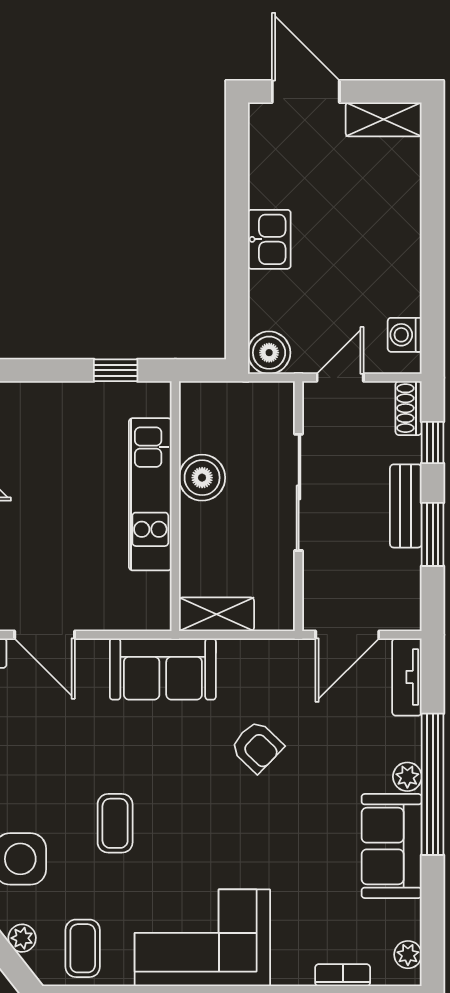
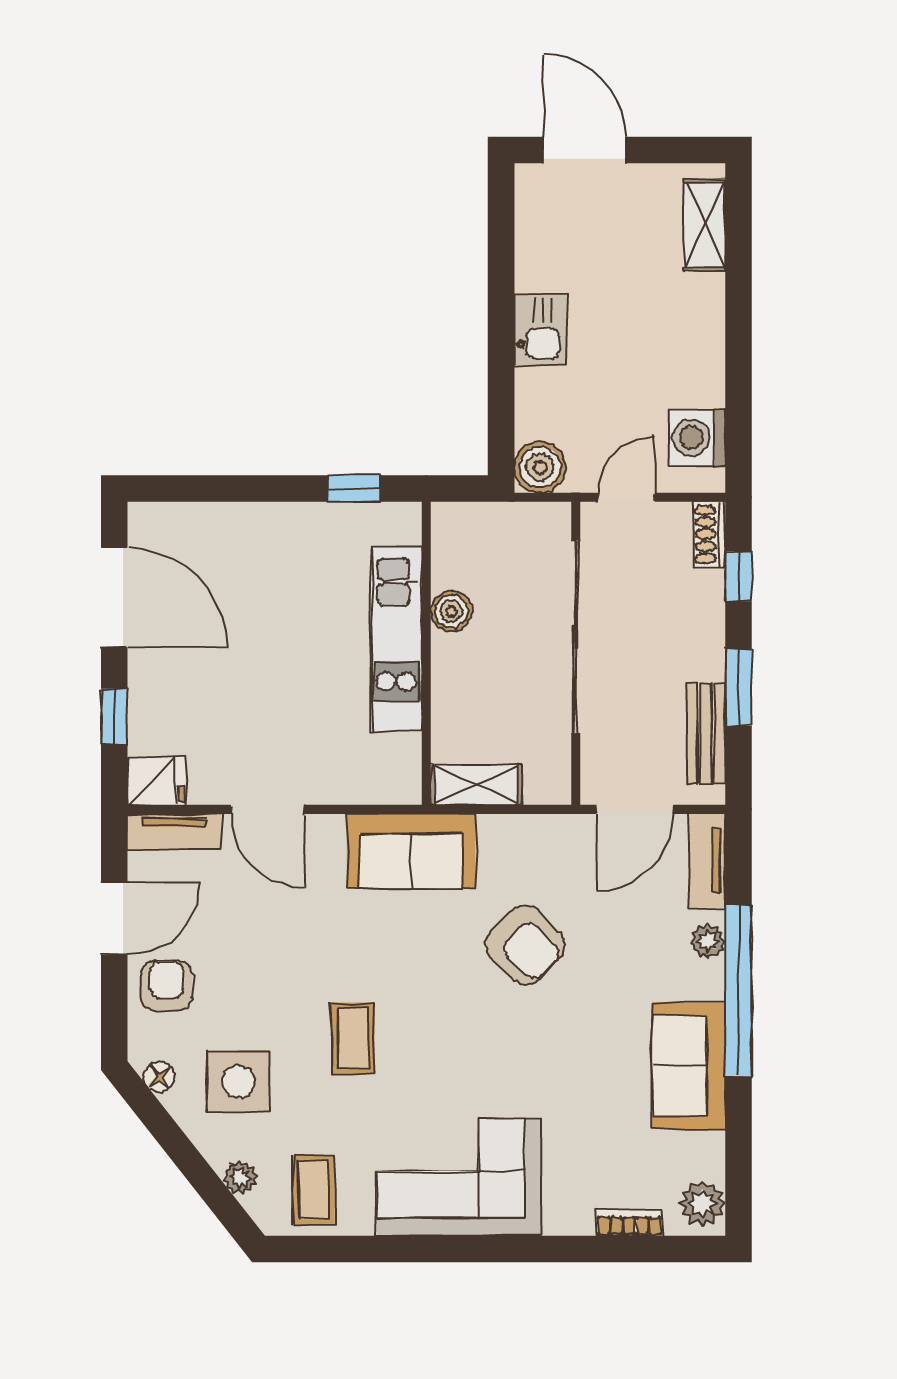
shelving: (384, 119) -> (705, 225), moved, turned 90
washing machine: (405, 335) -> (697, 438), width x1.38, depth x1.38
boiler: (202, 478) -> (451, 611), width x0.73, depth x0.73
sliding door: (299, 492) -> (576, 637), width x1.36
bench: (406, 506) -> (706, 733), moved
armchair: (257, 747) -> (525, 945), width x1.38, depth x1.38
plant: (407, 777) -> (708, 941), moved
plant: (408, 955) -> (702, 1204), width x1.38, depth x1.38

